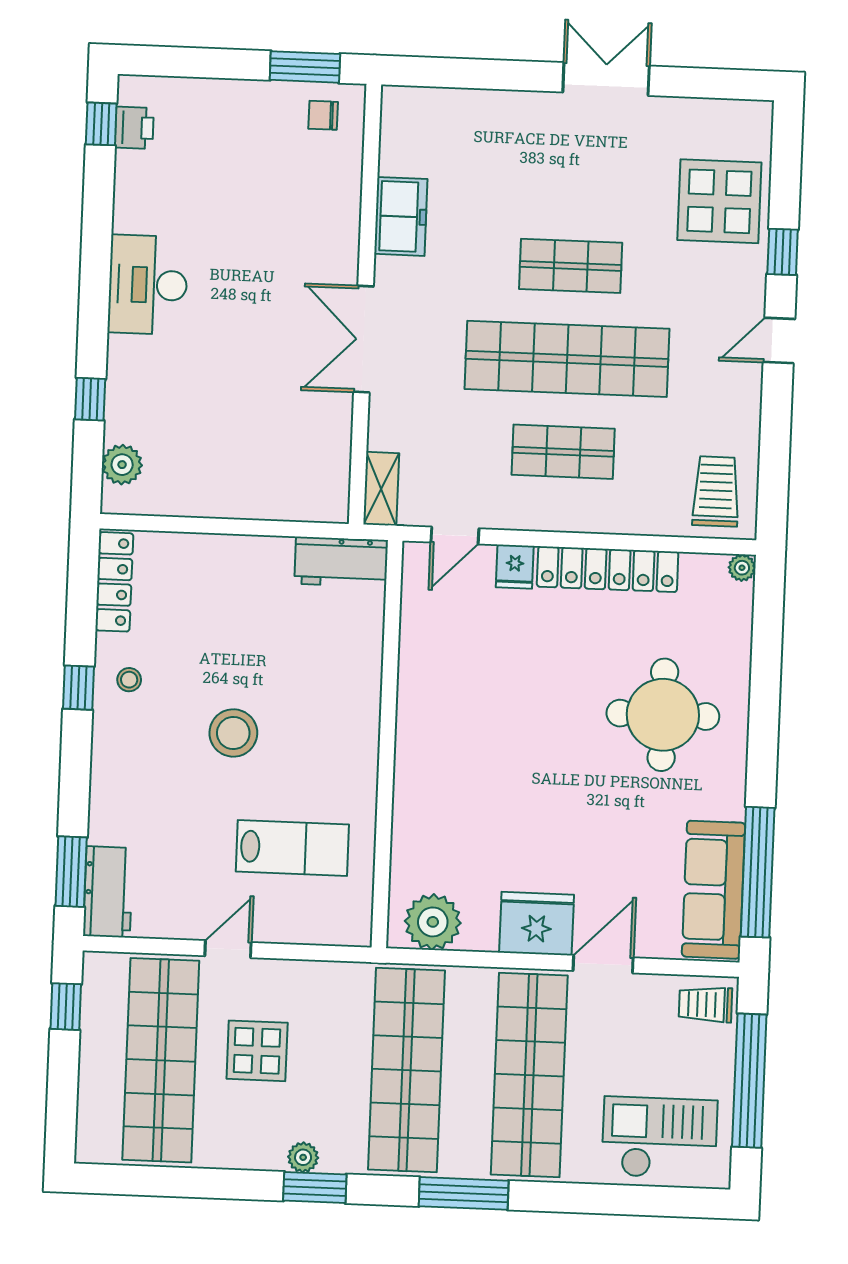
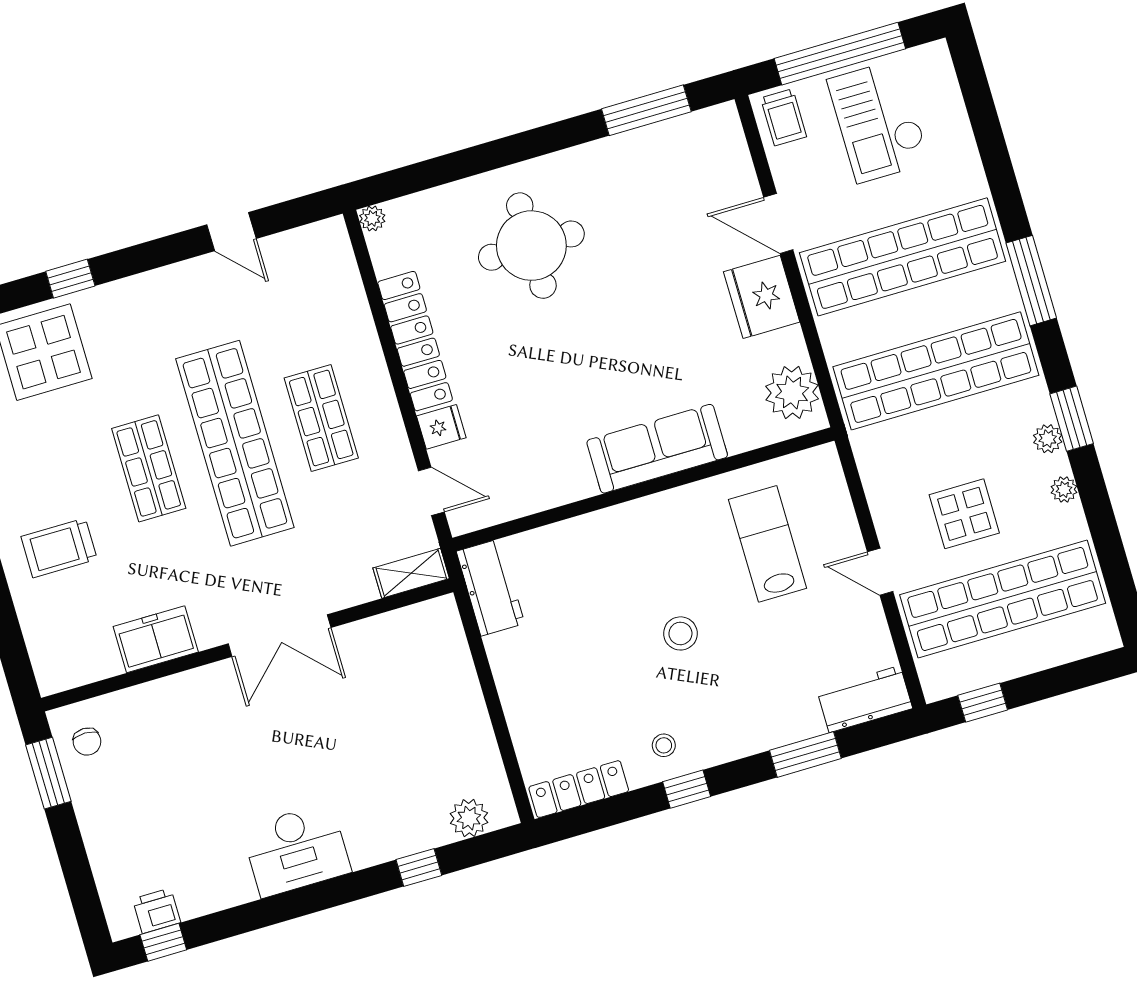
door: (779, 341) -> (232, 232), moved
trolley: (716, 491) -> (59, 548), moved
stool: (233, 733) -> (680, 633), width x0.73, depth x0.73
window: (71, 872) -> (805, 754), moved
window: (758, 872) -> (646, 110), width x0.68
sofa: (714, 890) -> (657, 449), moved, turned 180
checkout: (660, 1138) -> (878, 121), moved
plant: (248, 1157) -> (1064, 489), added

